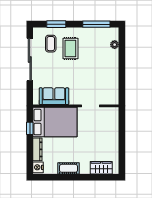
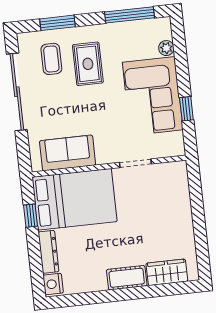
corner sofa: (104, 70) -> (153, 96), added
window: (122, 79) -> (186, 109), added
cot: (68, 168) -> (127, 278), moved

